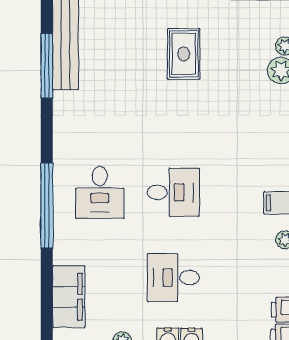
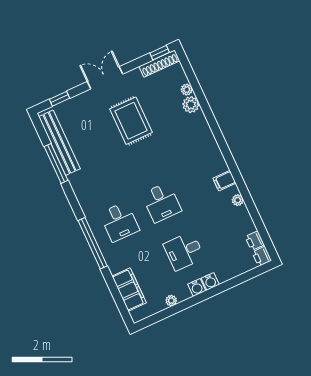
rug: (184, 54) -> (131, 121), width x1.36, depth x1.43
desk: (173, 192) -> (161, 202), turned 90

